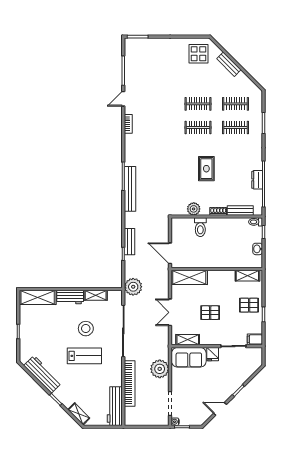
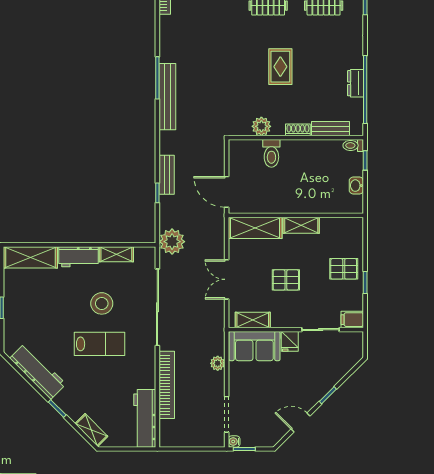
shelving: (247, 276) -> (301, 225), moved
plant: (160, 369) -> (218, 363), width x0.53, depth x0.53

